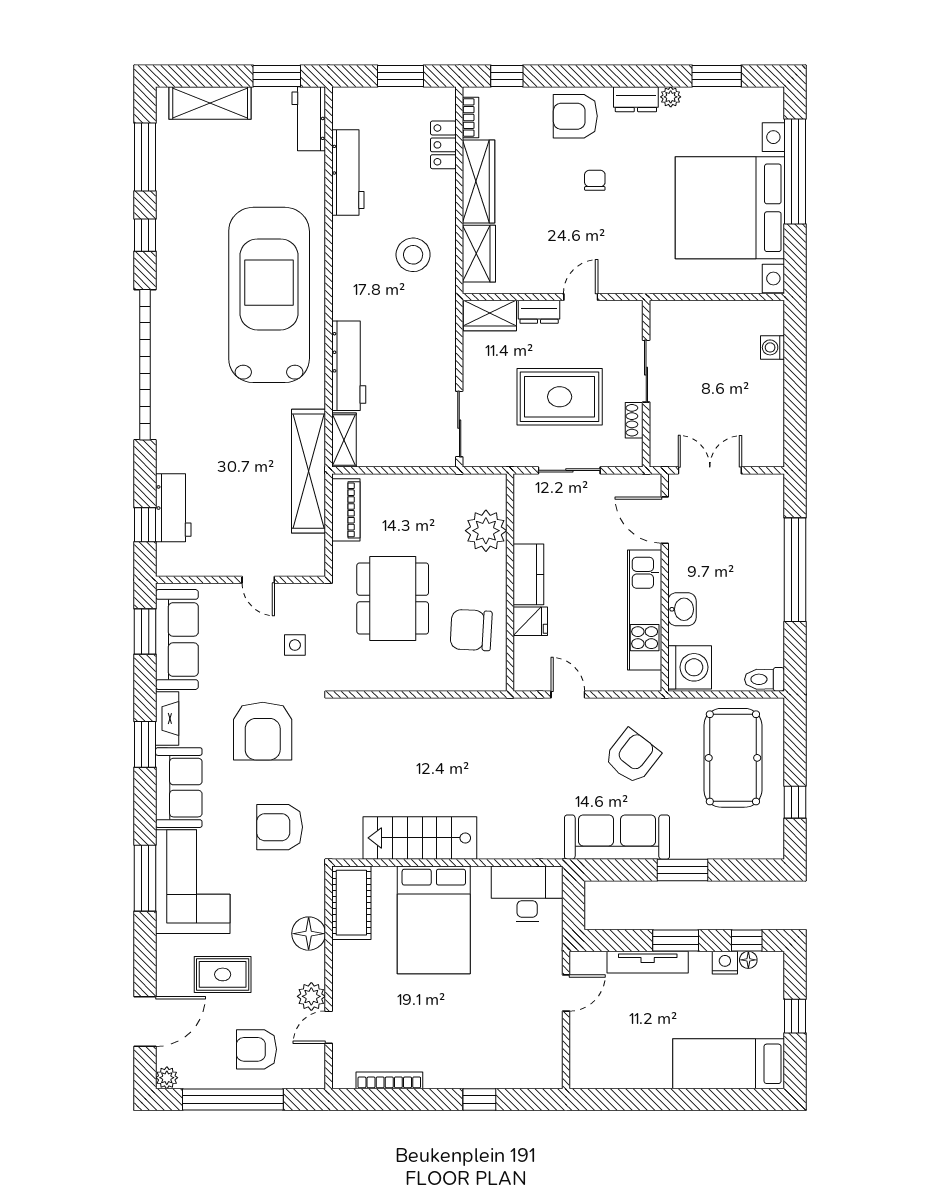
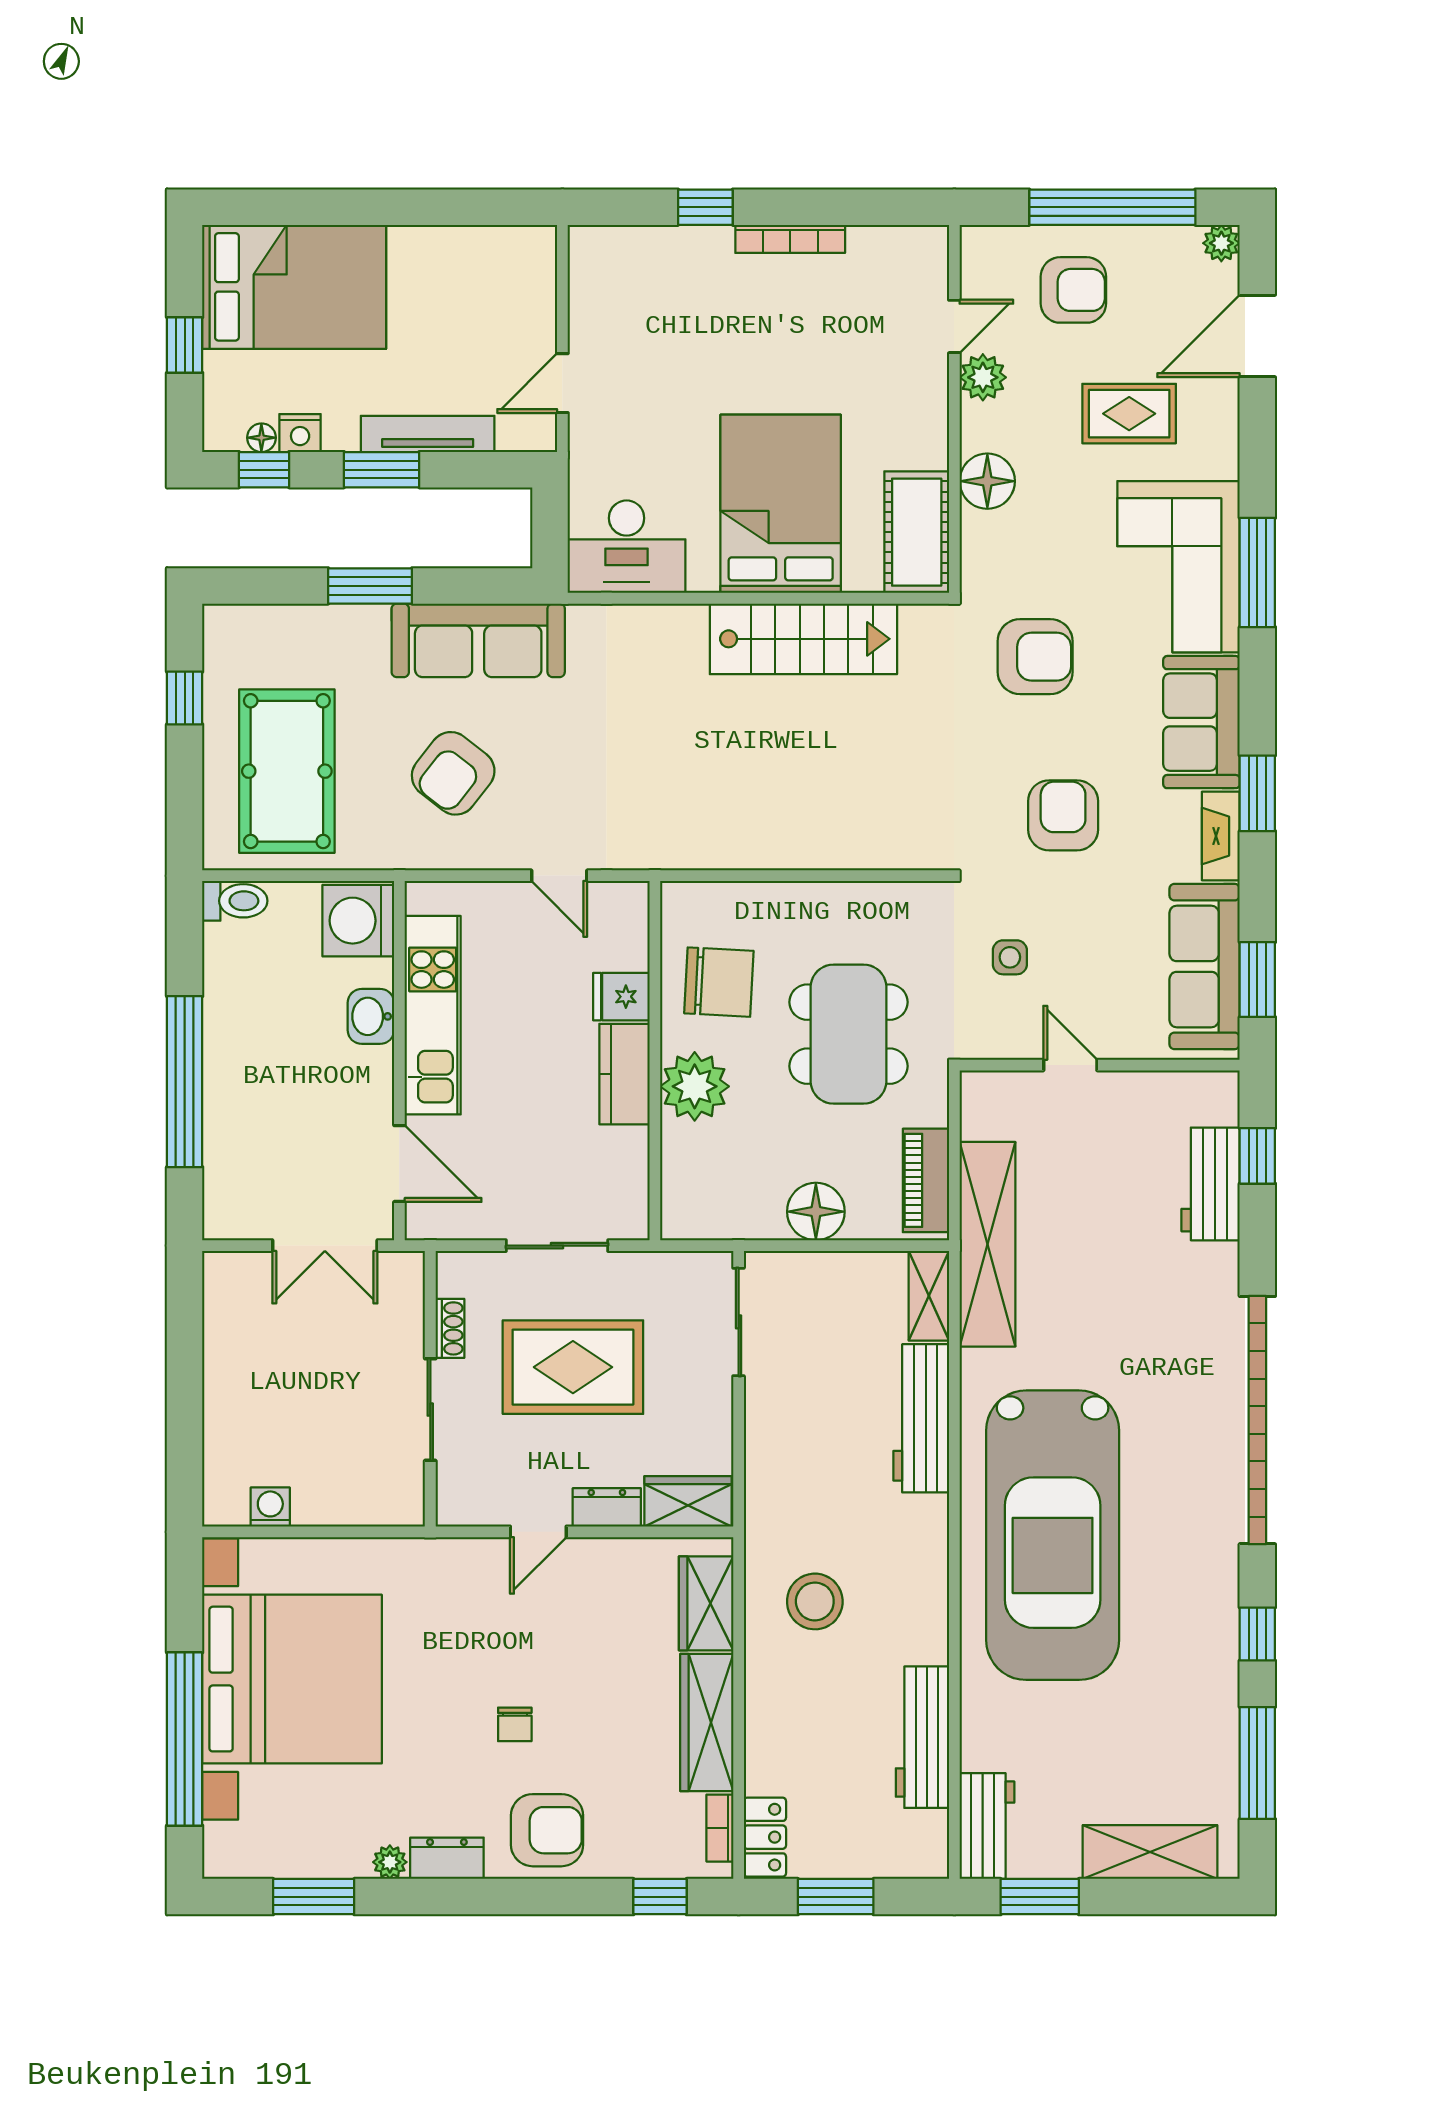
locker: (443, 145) -> (765, 1837), moved
washing machine: (772, 347) -> (270, 1507), moved, turned -90
floor lamp: (412, 491) -> (816, 1212), added
plant: (486, 531) -> (695, 1086), moved
armchair: (263, 731) -> (1063, 815), width x0.73, depth x0.73
bed: (729, 1064) -> (294, 287), width x1.50
bookcase: (389, 1080) -> (790, 239), moved

